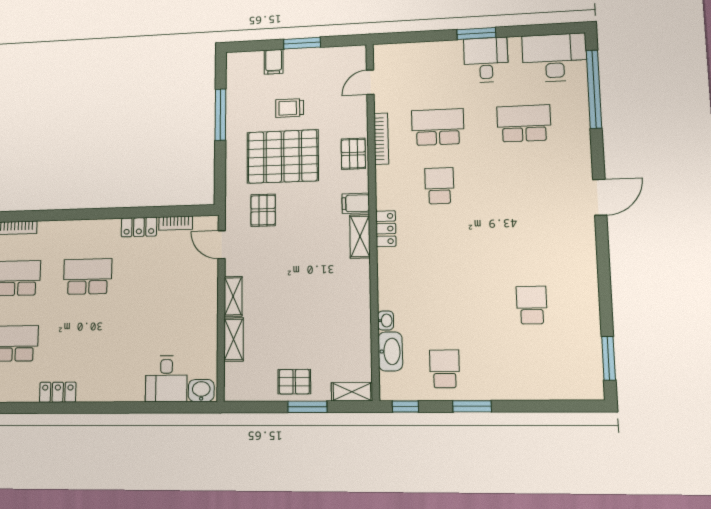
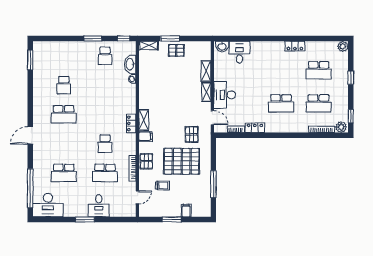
desk: (486, 60) -> (99, 206), moved
trolley: (290, 108) -> (162, 185), moved
school desk: (529, 243) -> (64, 114), added
desk: (197, 291) -> (225, 95), added

